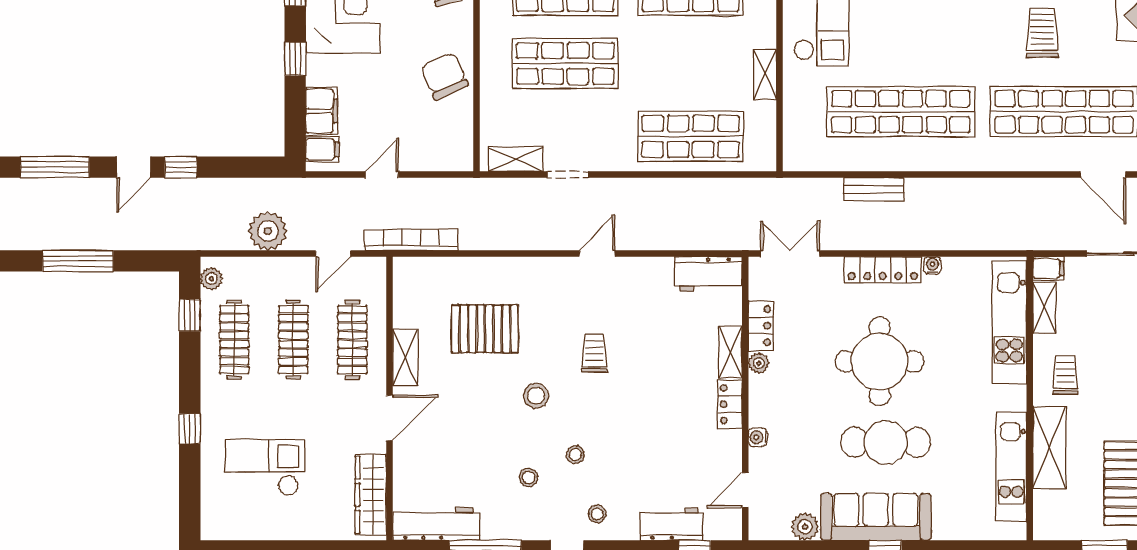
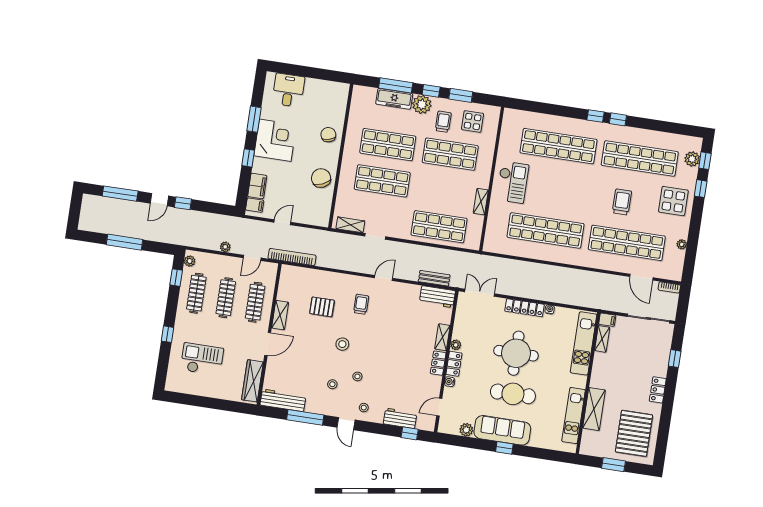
bench: (874, 189) -> (434, 278), moved
plant: (268, 231) -> (225, 247), width x0.53, depth x0.53
locker: (761, 326) -> (454, 364), moved
pallet: (485, 329) -> (322, 307), width x0.67, depth x0.71
trolley: (594, 353) -> (361, 304), moved
trolley: (1065, 375) -> (607, 374), removed

